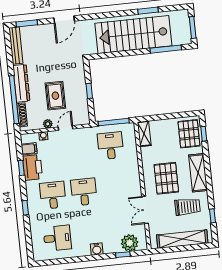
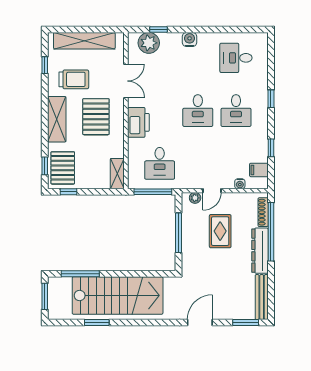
window: (89, 91) -> (178, 233), width x2.17
window: (182, 115) -> (69, 192), added
plant: (48, 124) -> (195, 198), moved
printer: (32, 167) -> (138, 122), moved, turned 180
trolley: (188, 207) -> (74, 79), turned 180

